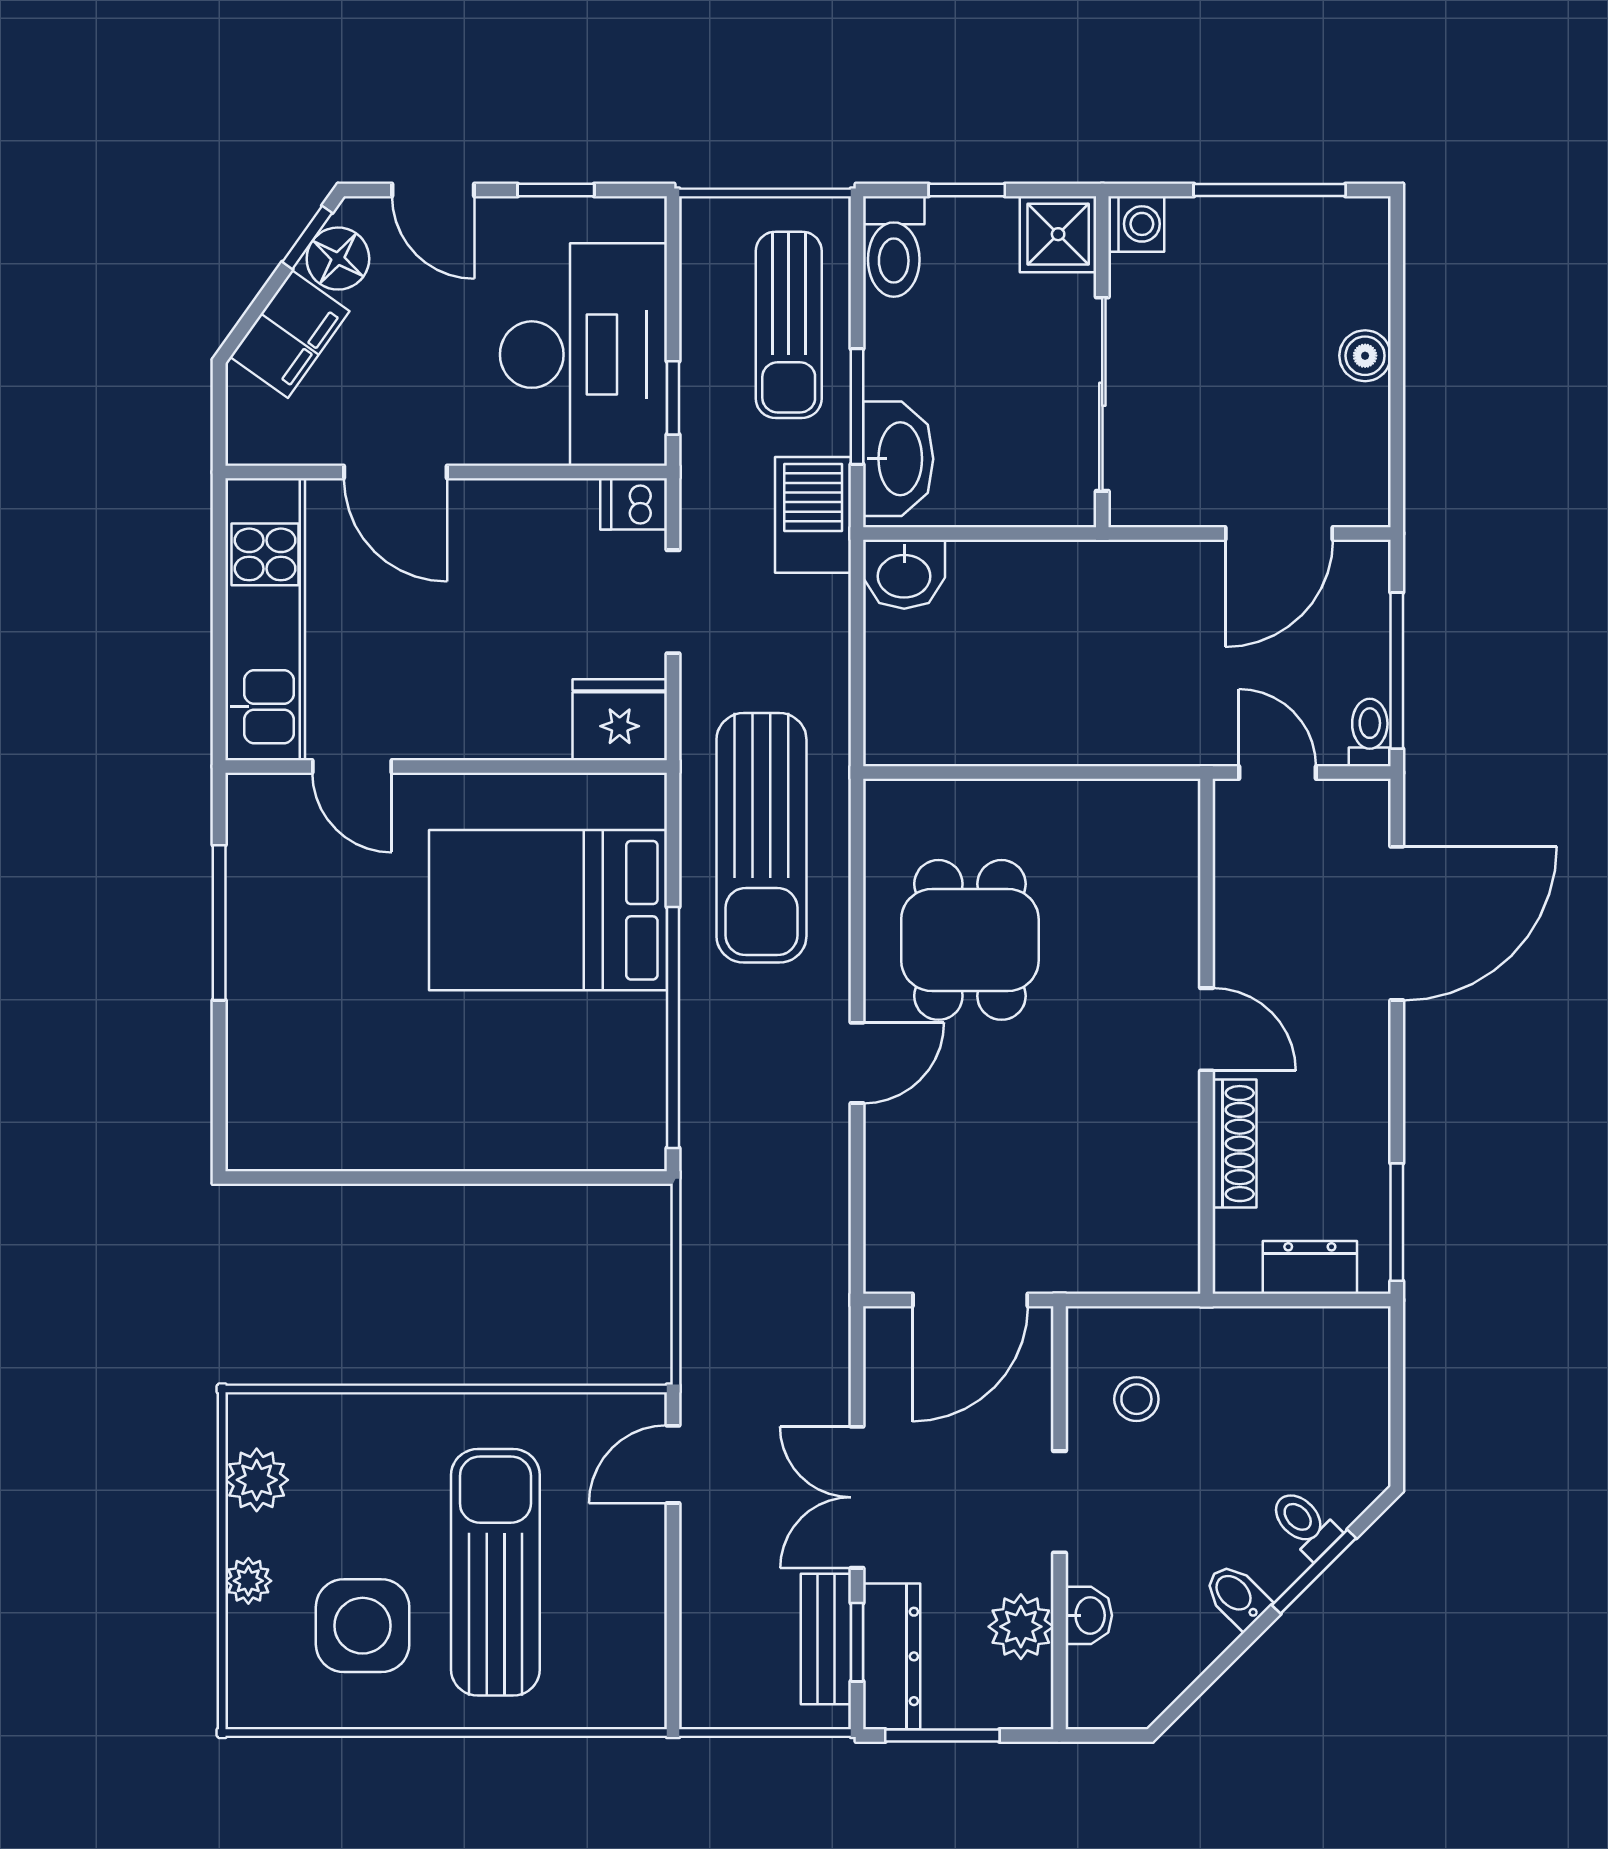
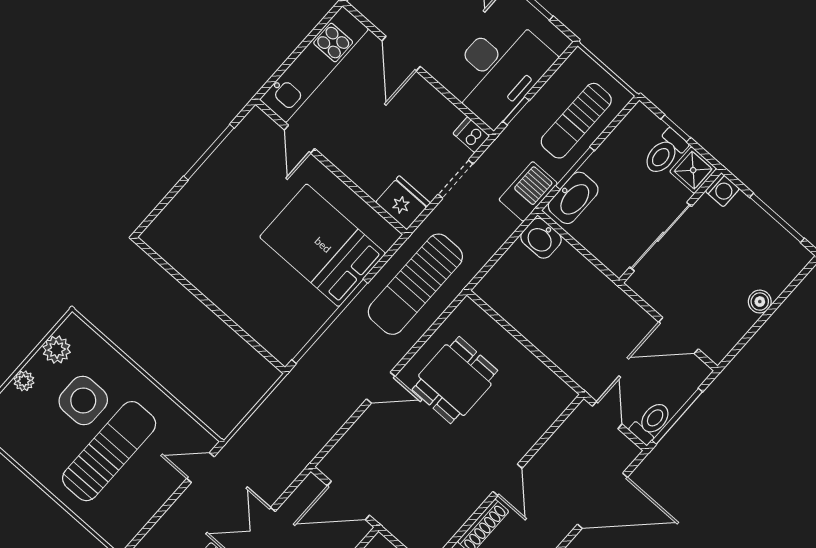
toilet: (894, 246) -> (665, 152), moved
toilet: (1370, 733) -> (651, 422), width x1.37, depth x1.39
side table: (363, 1626) -> (83, 400), moved

